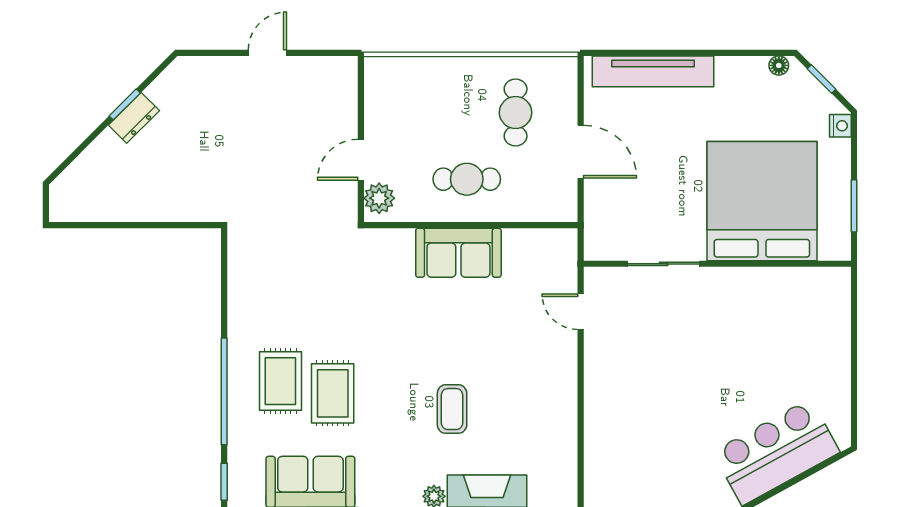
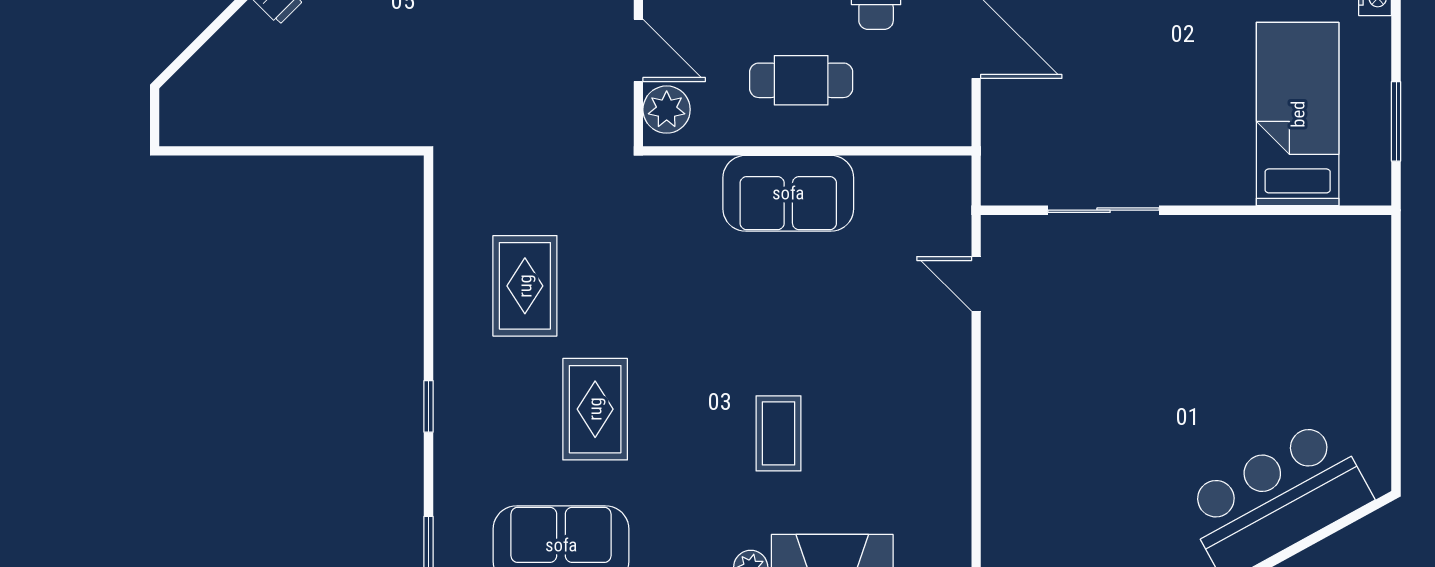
door: (361, 160) -> (638, 50), swing flipped
bed: (762, 201) -> (1298, 114), width x0.49
rug: (280, 381) -> (525, 286), moved
window: (224, 391) -> (428, 406), width x0.32

